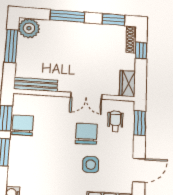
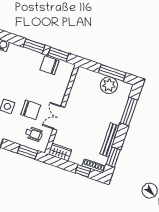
window: (67, 16) -> (129, 111), moved
plant: (29, 28) -> (109, 85), moved
bench: (36, 84) -> (110, 140), moved
chair: (23, 125) -> (50, 65), turned 180

